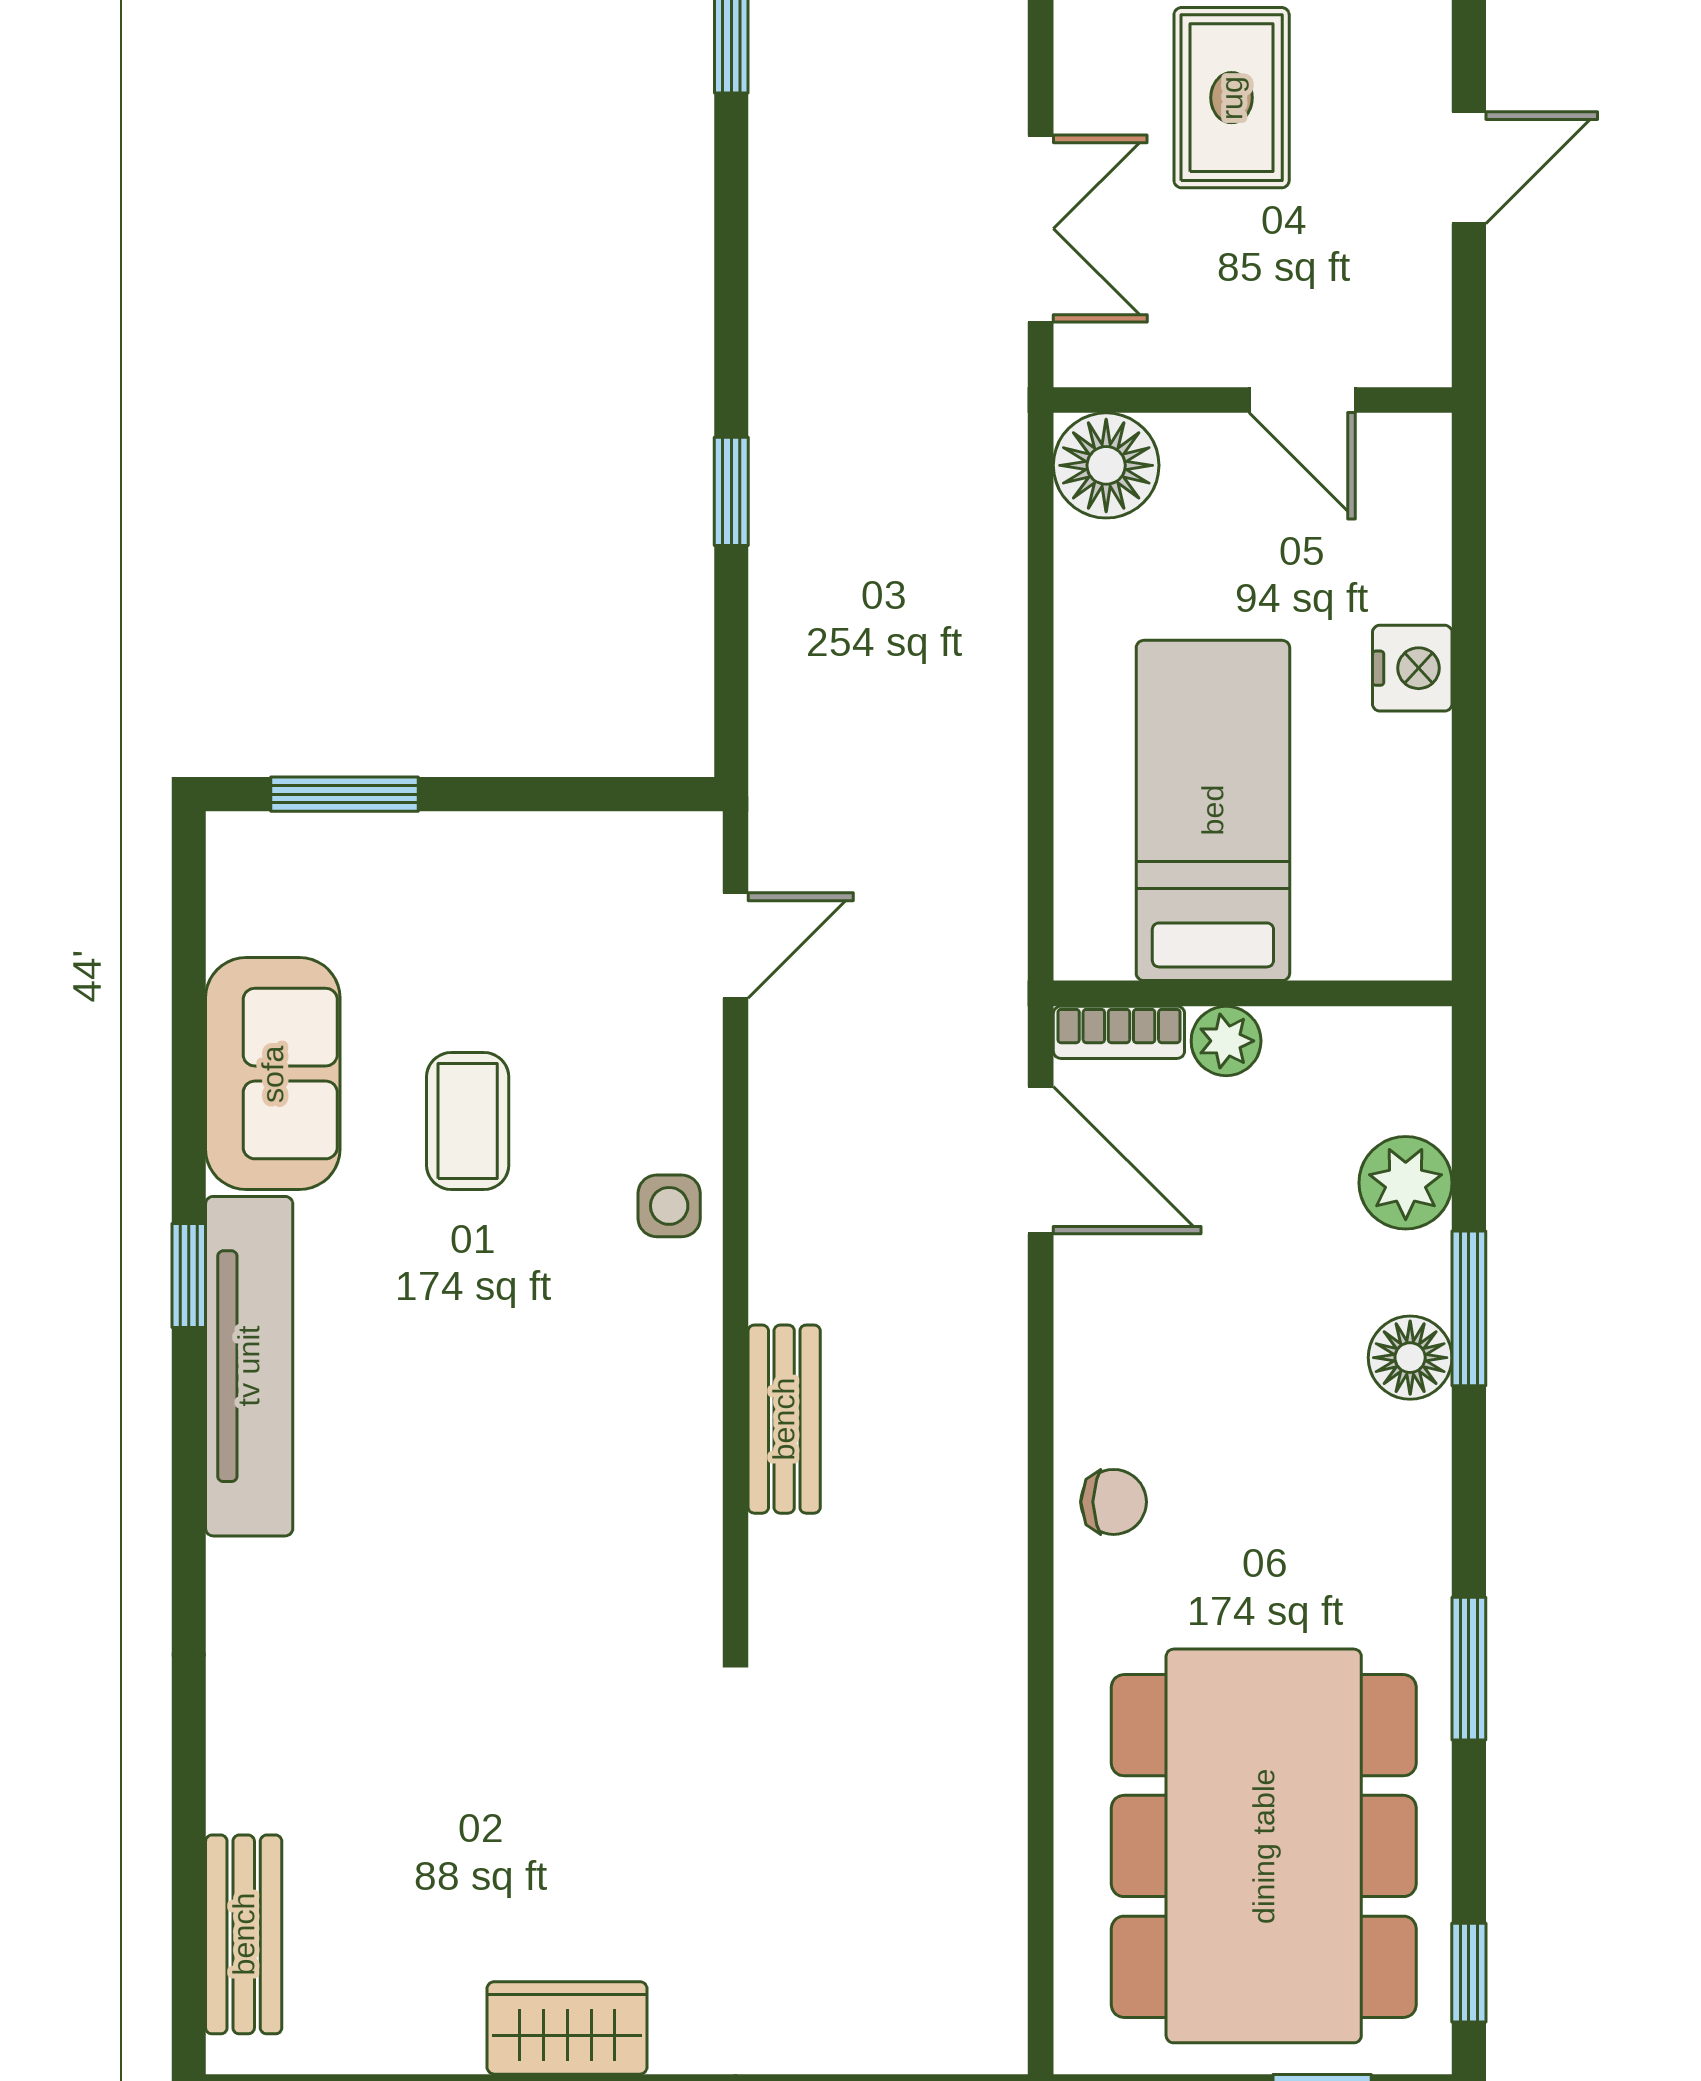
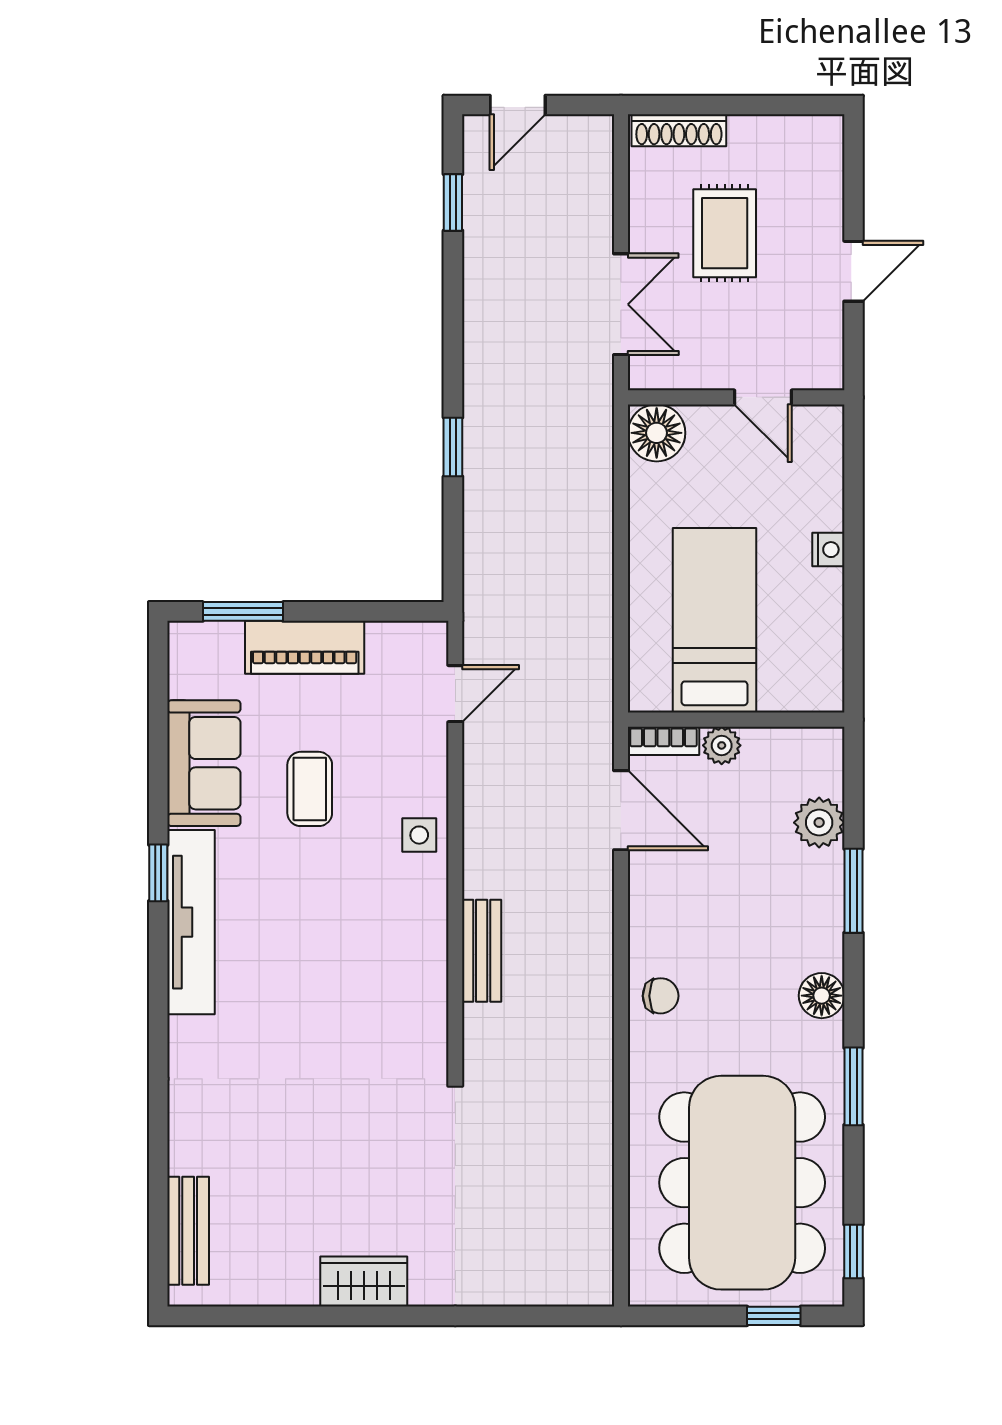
nightstand: (1412, 668) -> (828, 550), width x0.72, depth x0.74
piano: (458, 860) -> (305, 647), added
floor lamp: (1410, 1358) -> (822, 996), moved

